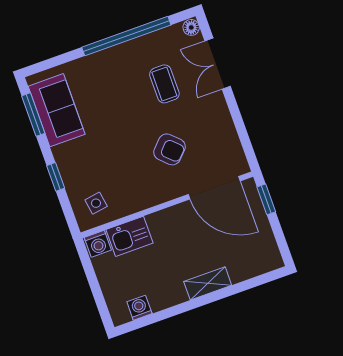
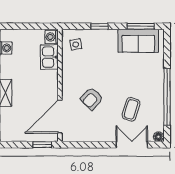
coffee table: (164, 84) -> (131, 109), turned -73

